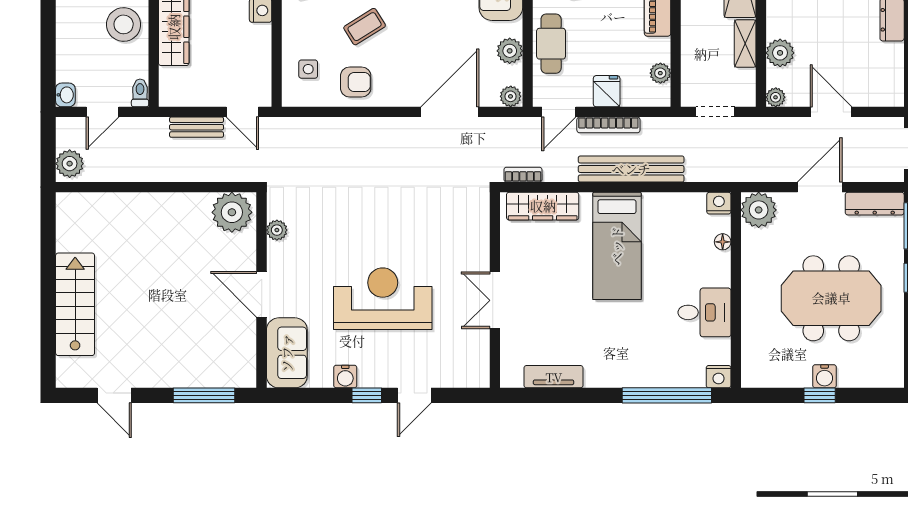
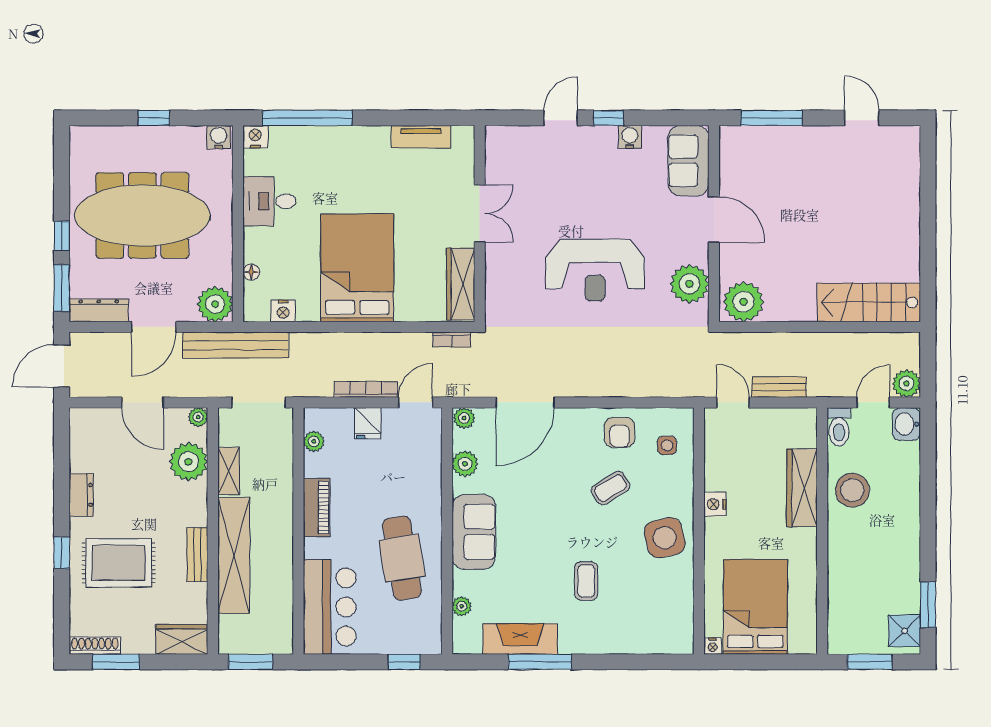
cafe table: (551, 44) -> (423, 471), removed
plant: (780, 53) -> (189, 462), width x1.36, depth x1.36
armchair: (356, 82) -> (619, 432), turned -90
toilet: (140, 93) -> (839, 427), width x1.37, depth x1.39
washbasin: (65, 95) -> (906, 424), width x1.38, depth x1.45
doorway: (715, 112) -> (258, 402), width x1.38
plant: (70, 164) -> (906, 384), moved
bench: (631, 169) -> (235, 345), moved
nightstand: (719, 203) -> (283, 311), moved
wardrobe: (543, 206) -> (461, 284), moved, turned -90
plant: (277, 230) -> (689, 284), width x1.87, depth x1.87
bed: (617, 246) -> (357, 268), width x1.50
meeting table: (831, 298) -> (142, 215), width x1.36
reception desk: (383, 299) -> (595, 270), moved
stairs: (75, 304) -> (869, 302), moved, turned 90
water cooler: (825, 376) -> (219, 137), moved

